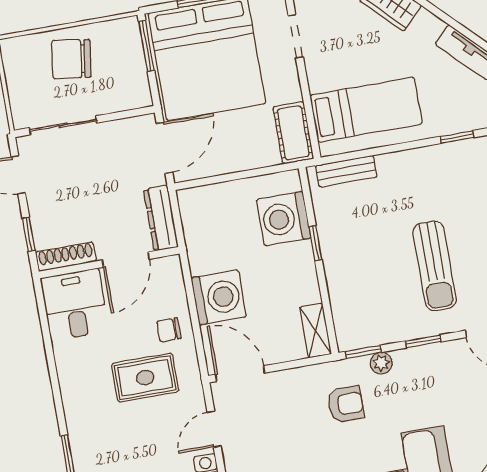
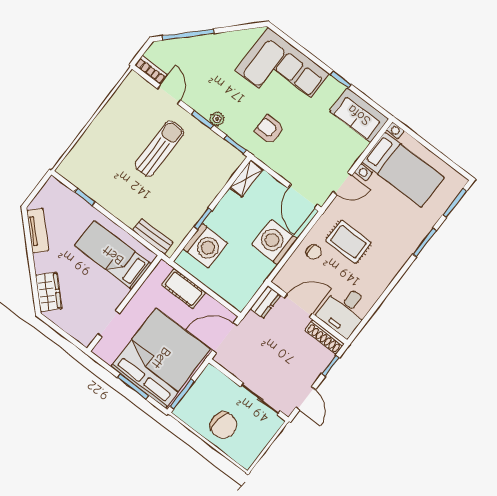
cot: (293, 133) -> (184, 289), moved, turned 90
dresser: (161, 218) -> (265, 302), width x0.70
plant: (381, 363) -> (217, 119), moved

